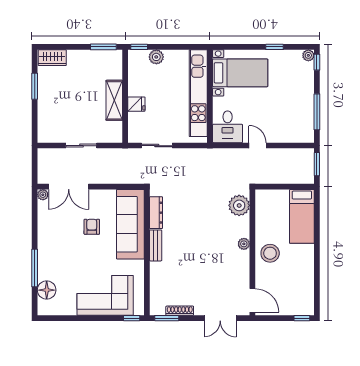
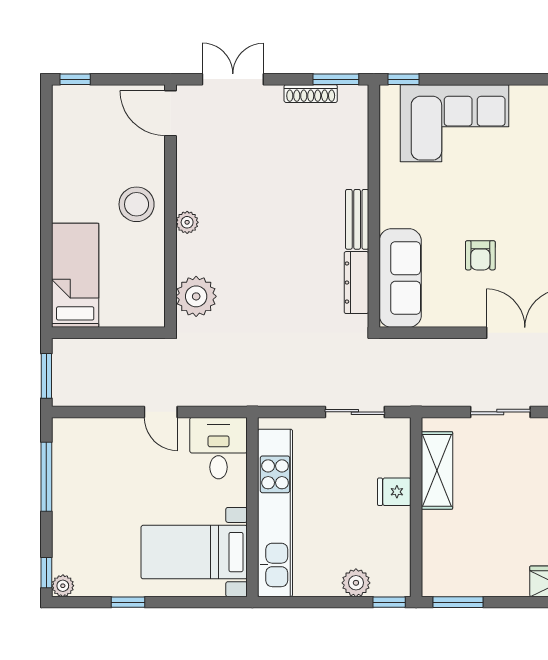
shelving: (114, 100) -> (437, 470), moved
sofa: (130, 224) -> (400, 278), width x0.74, depth x0.79

